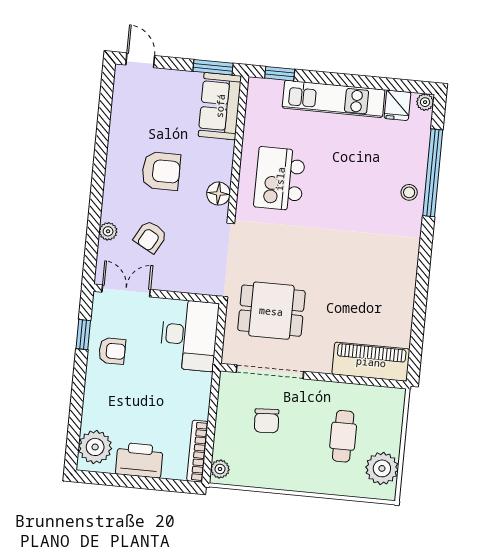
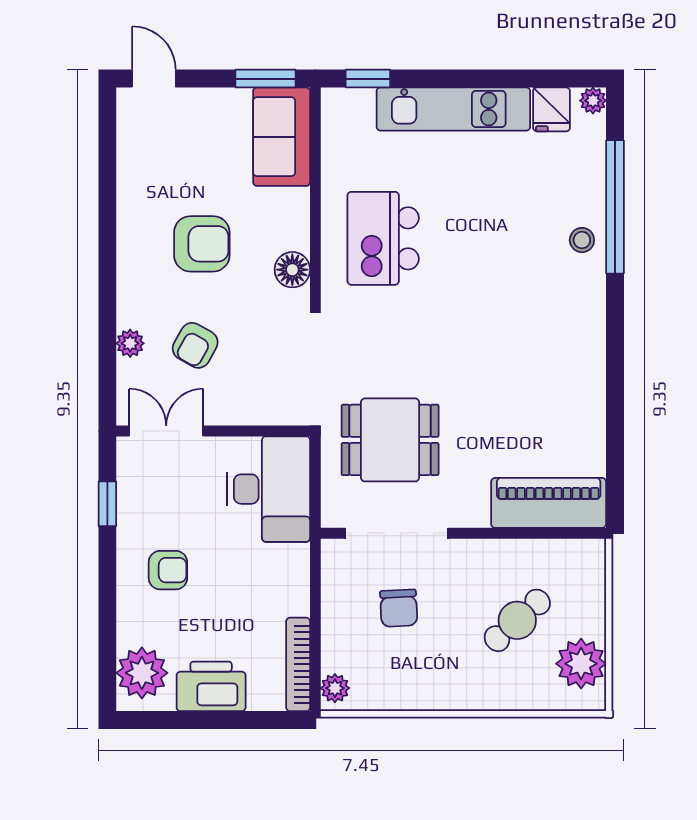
armchair: (112, 351) -> (168, 570), moved
cafe table: (343, 436) -> (517, 620), turned 48

